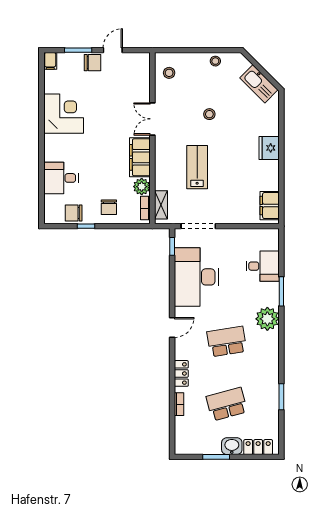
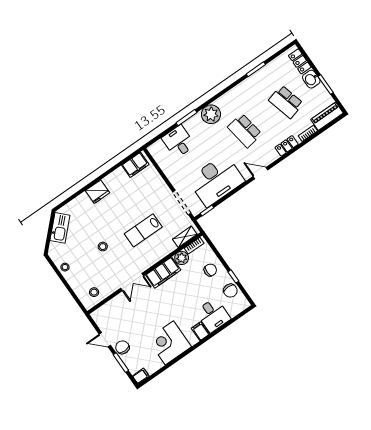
filing cabinet: (53, 154) -> (200, 331), added
piano: (183, 436) -> (327, 116), added

